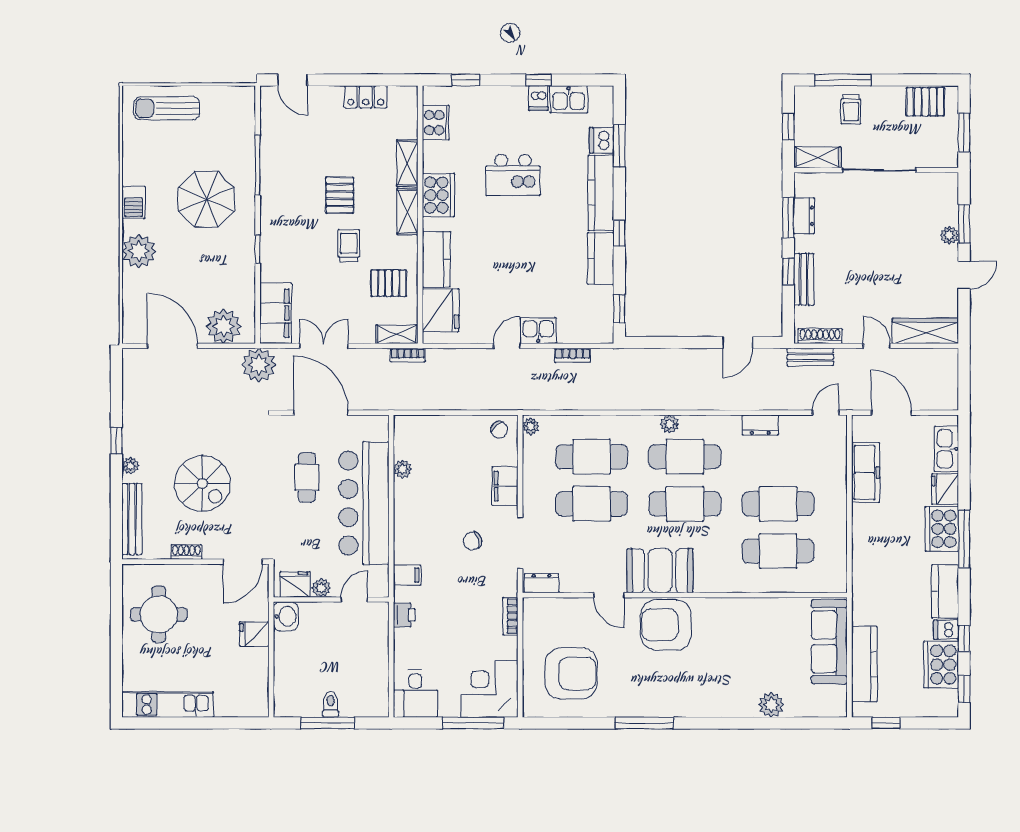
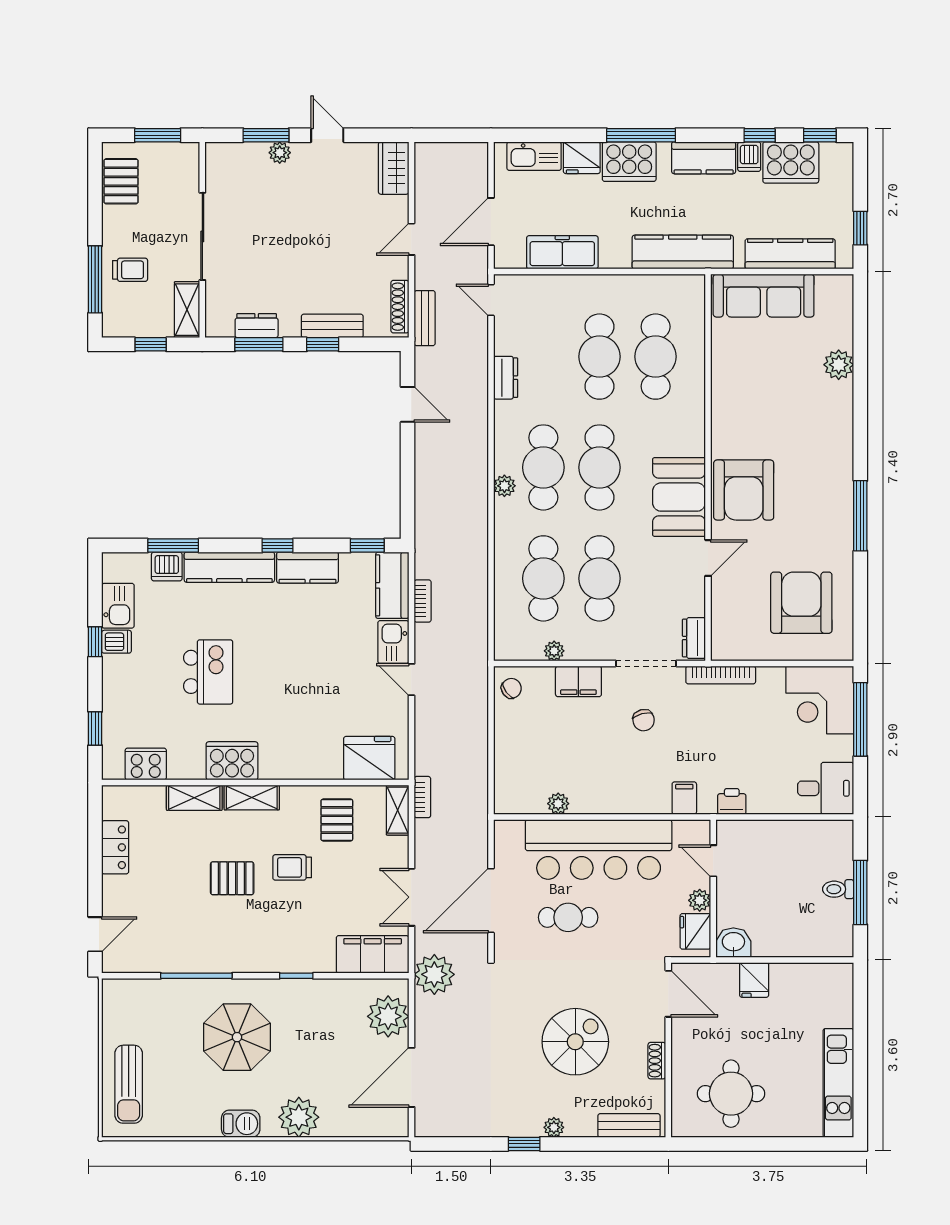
kitchen counter: (436, 259) -> (392, 585), moved, turned -90
wardrobe: (925, 331) -> (394, 168), width x0.67
plant: (531, 426) -> (554, 651), moved
bench: (132, 519) -> (629, 1125), width x0.73
kitchen counter: (866, 574) -> (683, 252), added
bookcase: (510, 616) -> (721, 675), width x1.56

